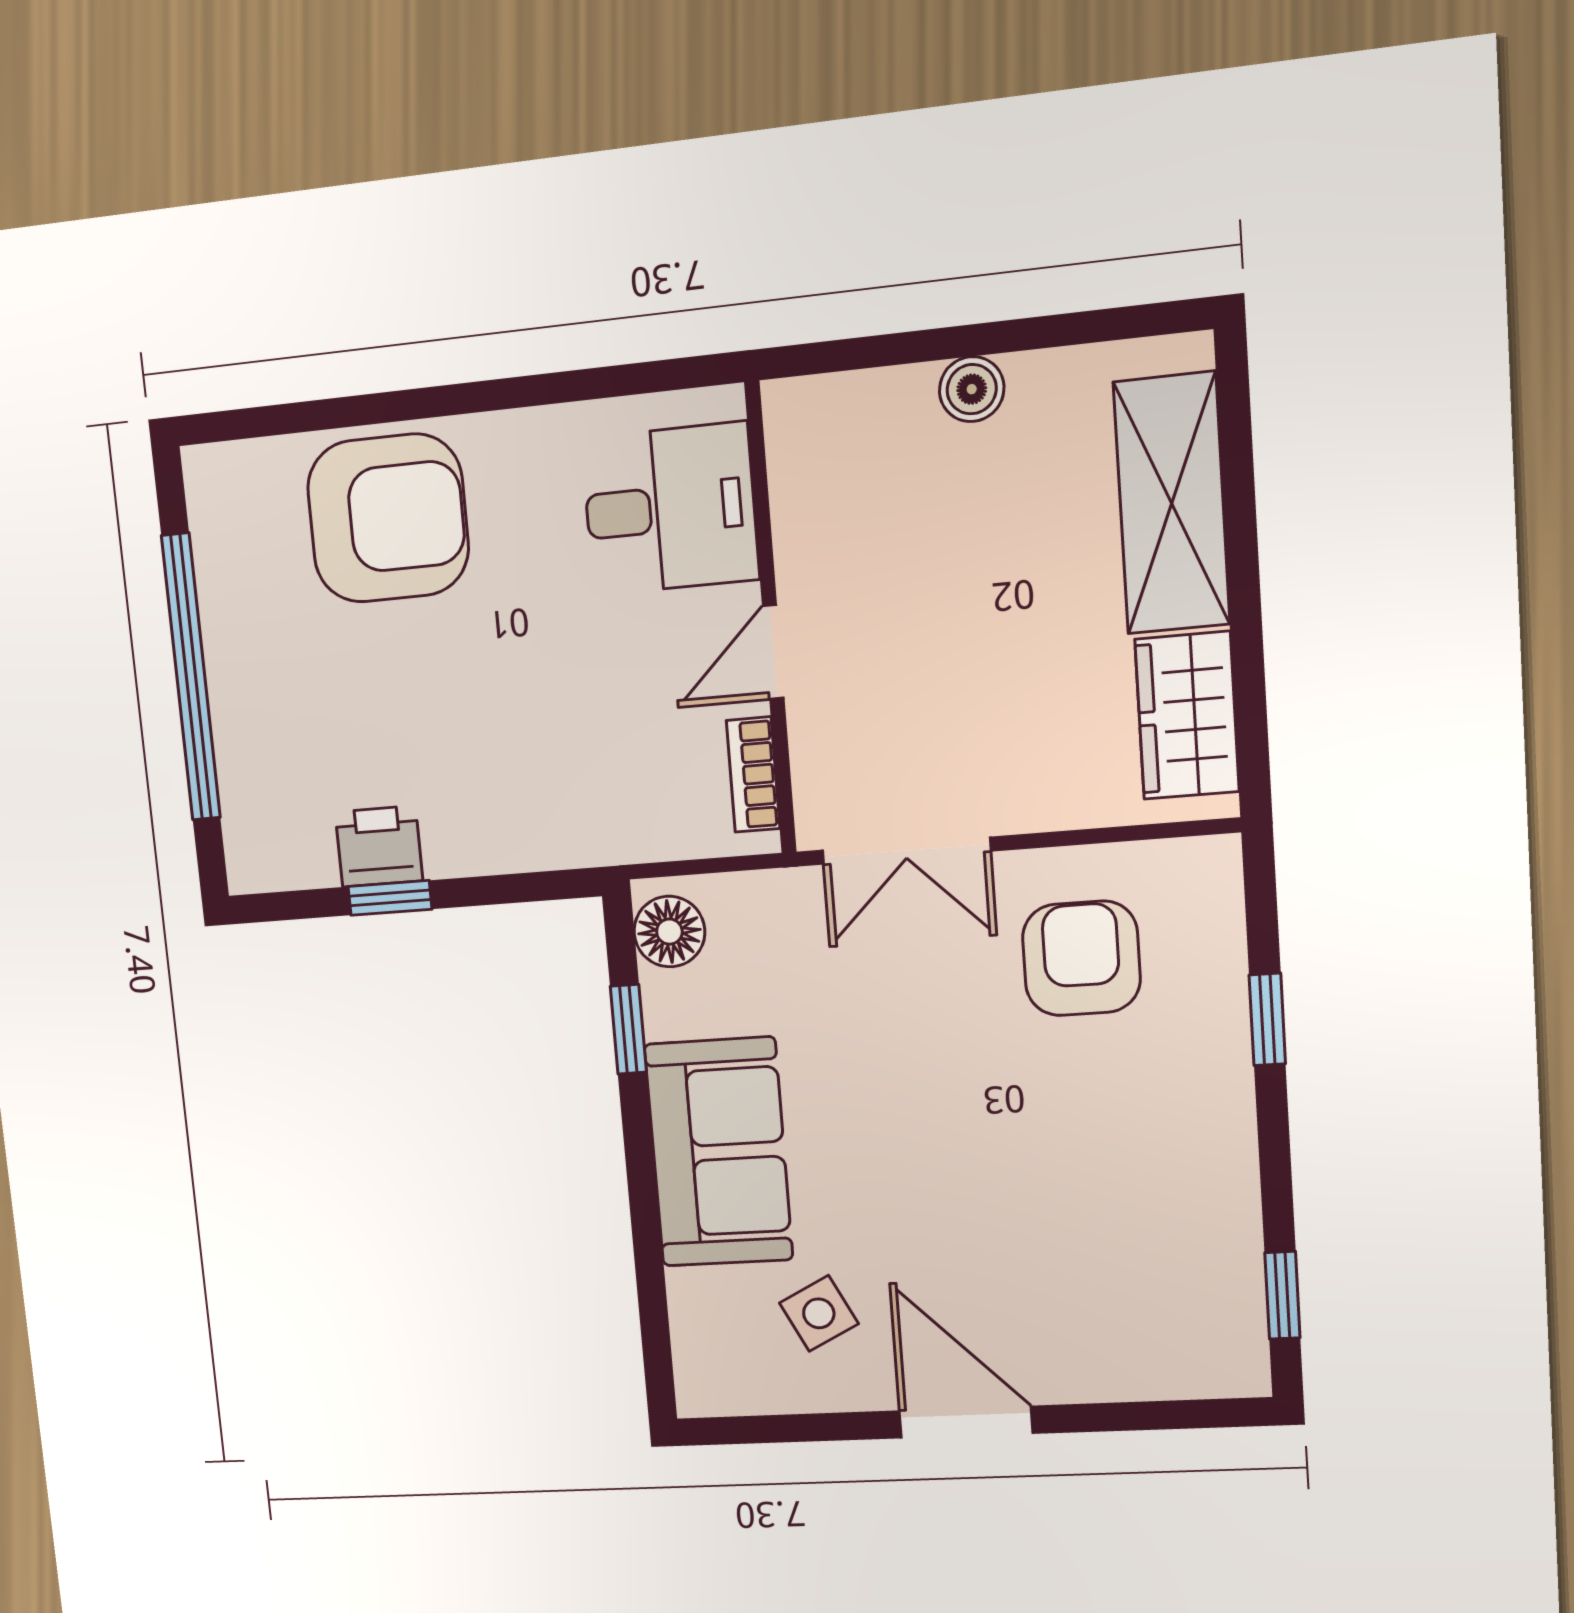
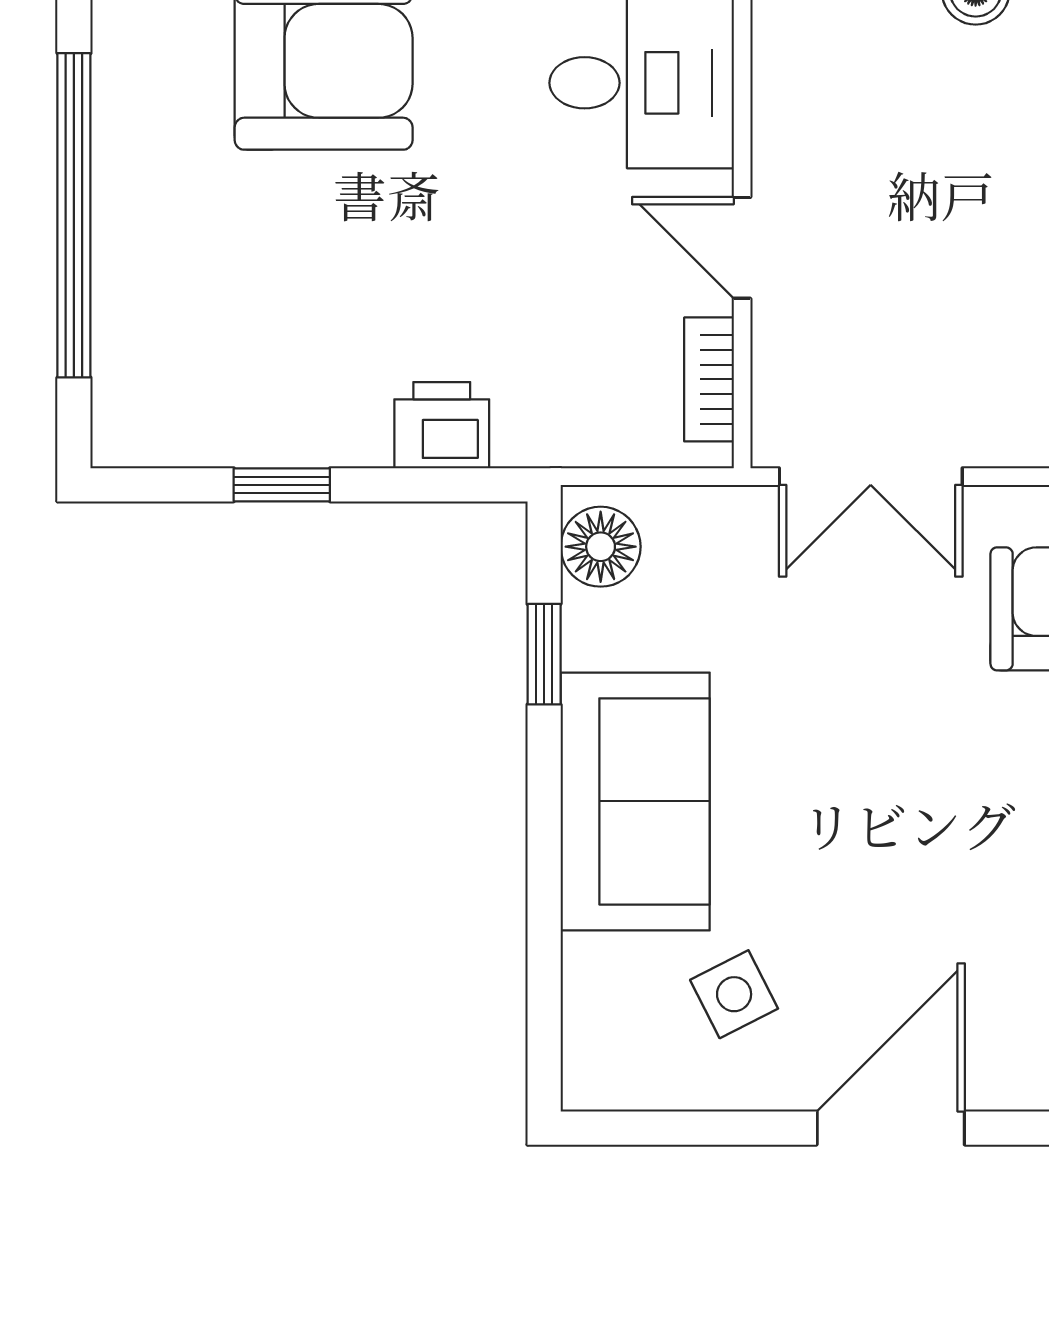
door: (773, 652) -> (742, 248), hinge flipped
printer: (379, 846) -> (442, 425), moved
door: (966, 1422) -> (891, 1128), hinge flipped

